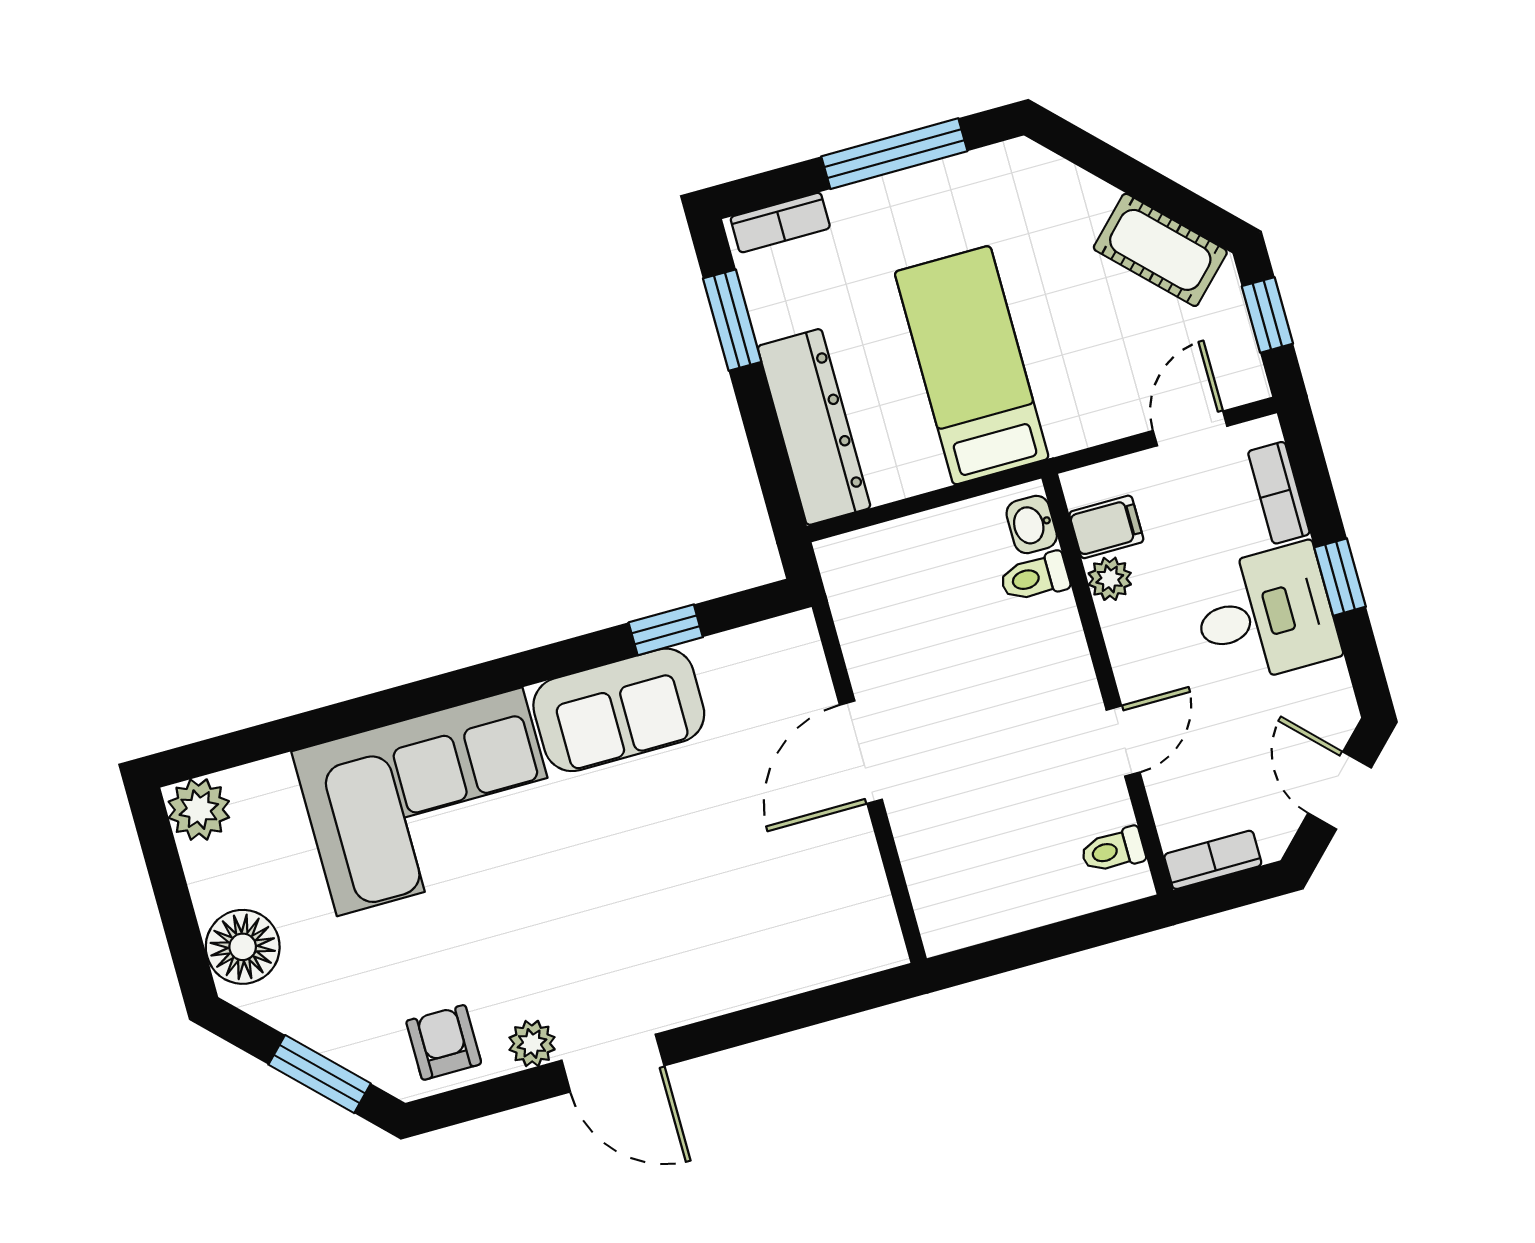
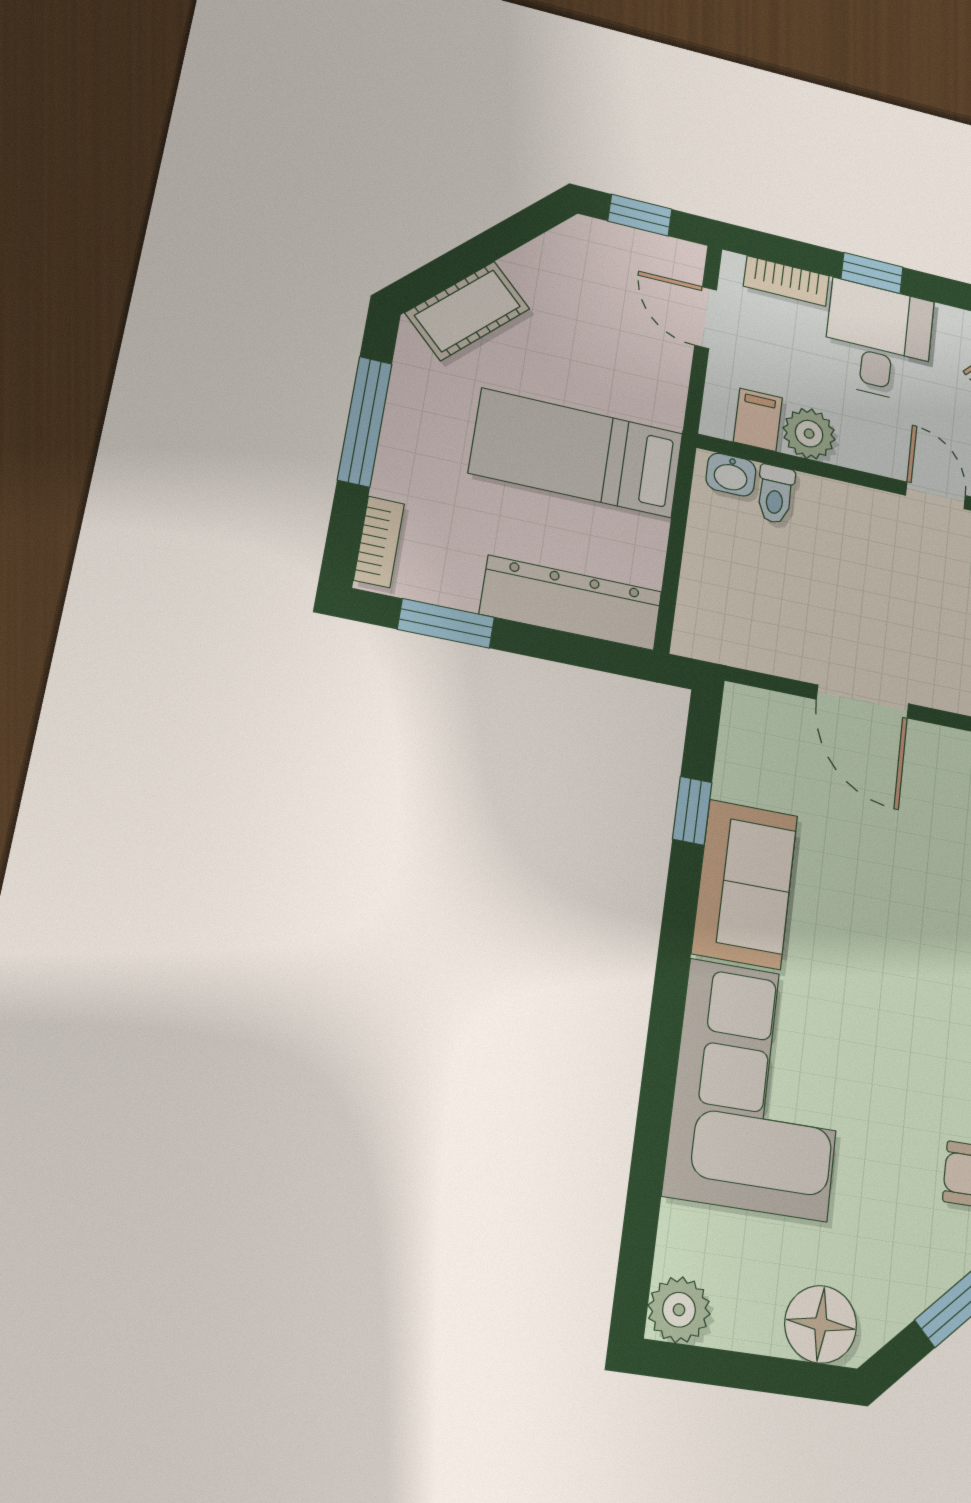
cot: (1160, 250) -> (468, 311), moved
plant: (1110, 579) -> (809, 434), width x1.38, depth x1.38

